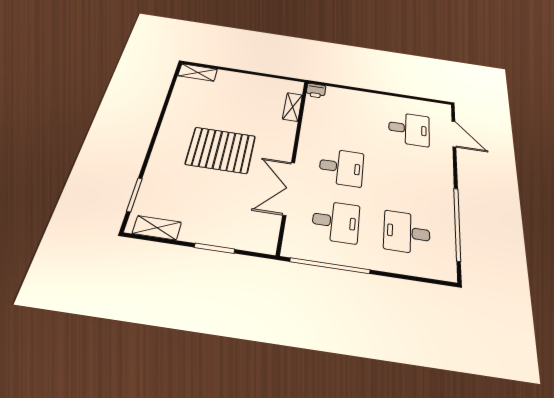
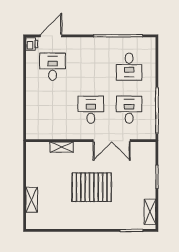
shelving: (198, 72) -> (32, 200), moved
printer: (316, 91) -> (32, 44), moved
shelving: (292, 107) -> (62, 147), moved
pallet: (221, 150) -> (92, 187), turned 90

